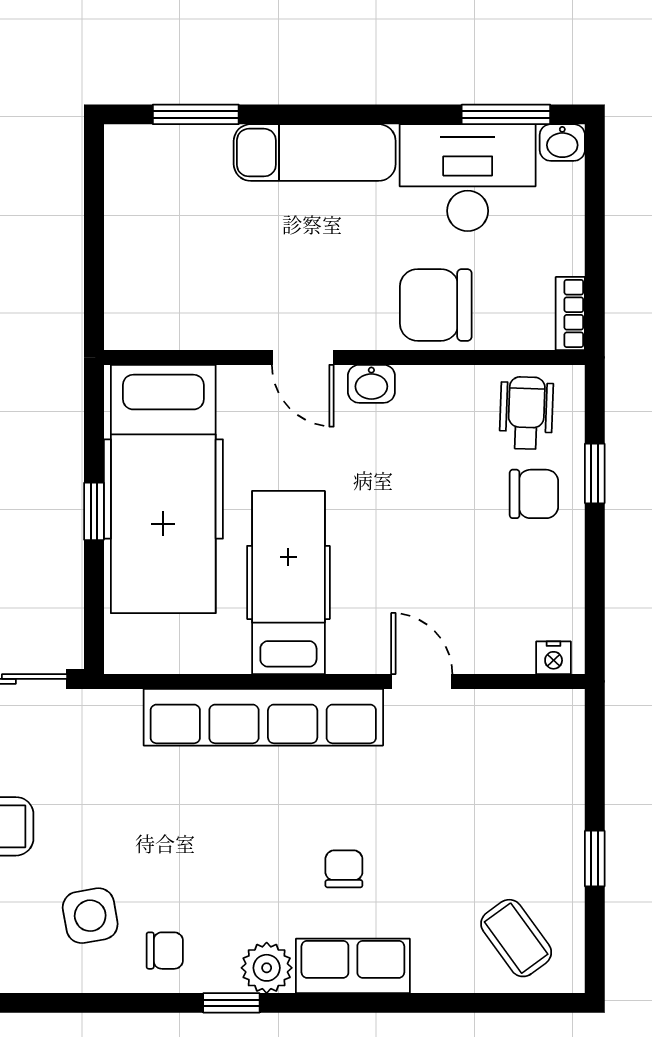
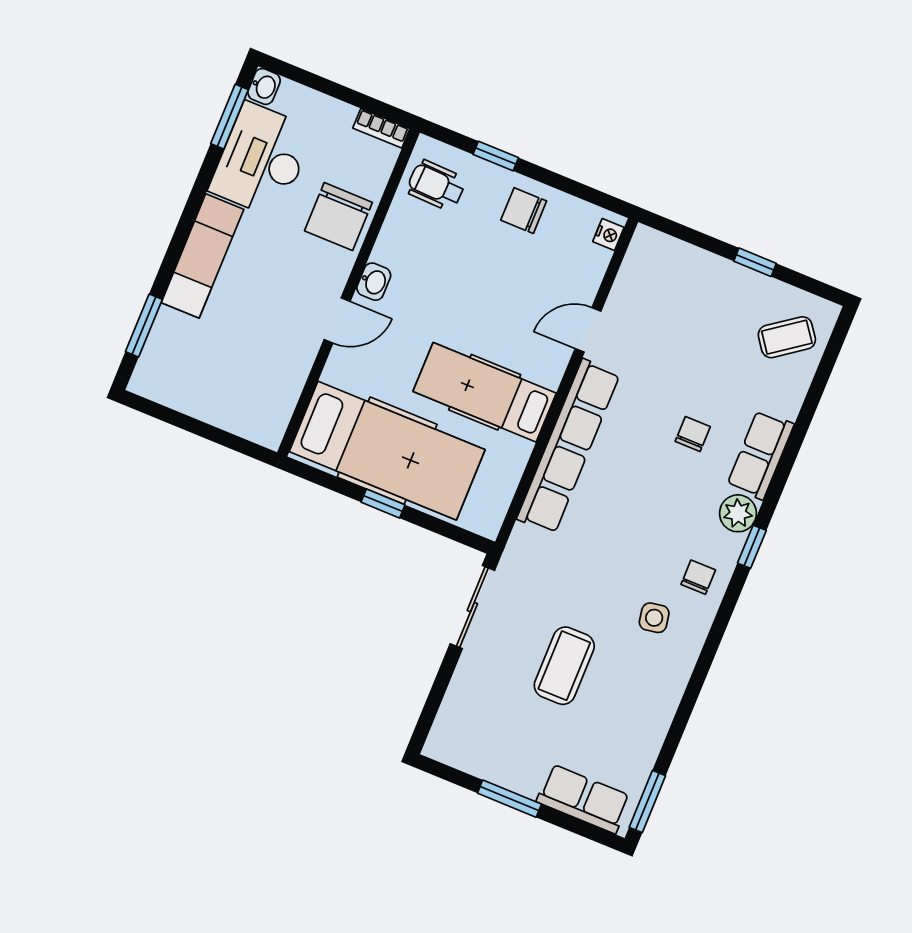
chair: (534, 494) -> (524, 211), moved, turned -90
chair: (344, 869) -> (693, 434), turned 90
side table: (90, 916) -> (654, 618), width x0.73, depth x0.73

